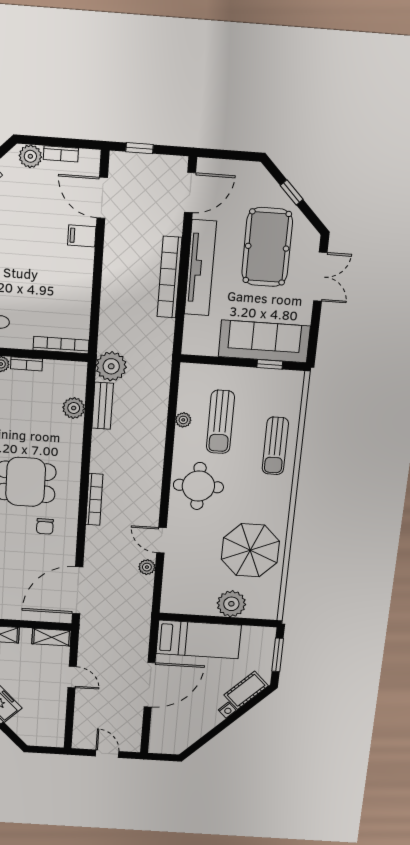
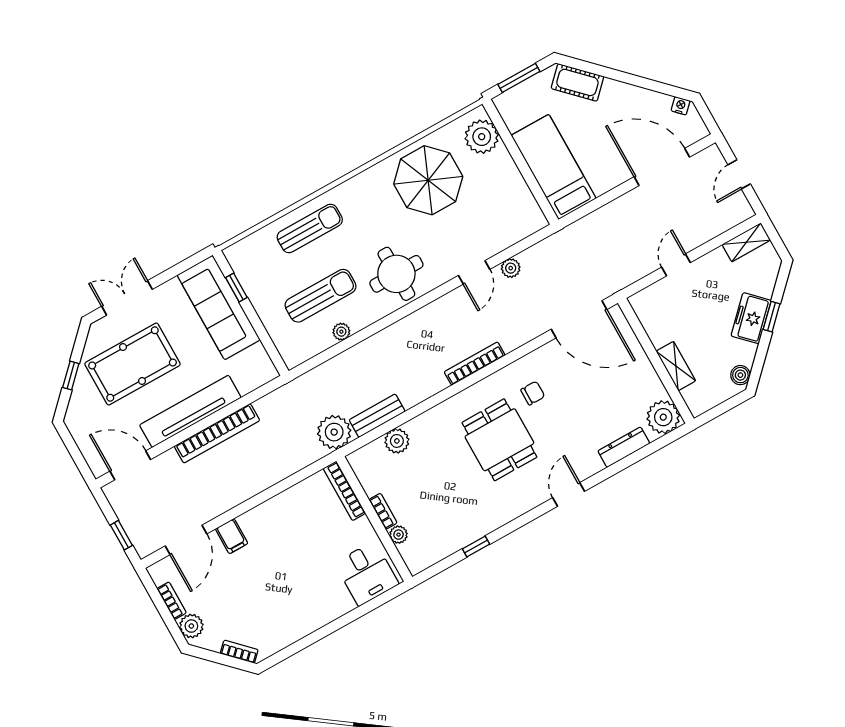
plant: (231, 604) -> (482, 137), moved
shelving: (51, 637) -> (746, 242), moved, turned 90
door: (150, 685) -> (662, 167), moved
nightstand: (227, 710) -> (681, 106), moved

